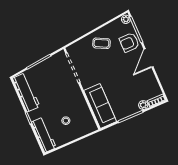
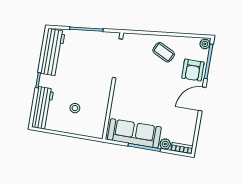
armchair: (129, 42) -> (193, 70), turned -90
sofa: (100, 106) -> (134, 133), moved, turned -90

